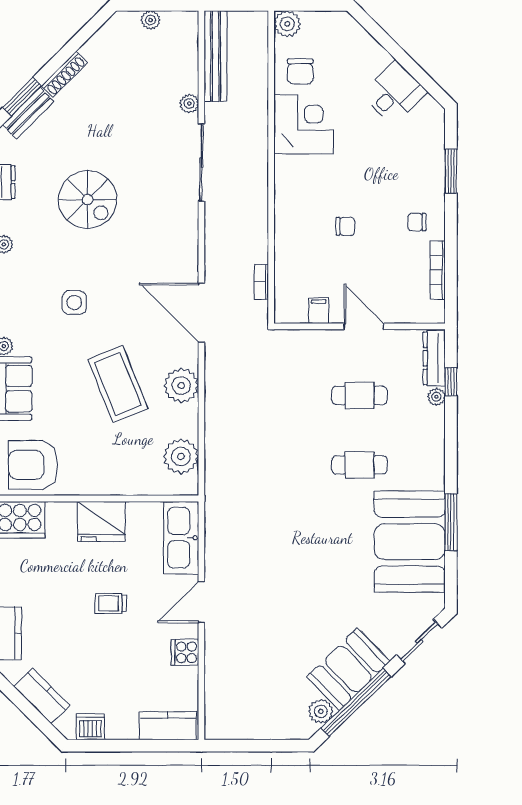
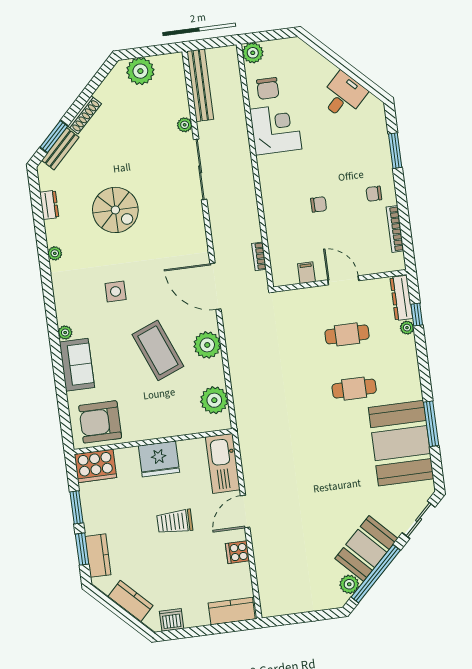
plant: (151, 20) -> (140, 71), width x1.87, depth x1.87
trolley: (111, 603) -> (175, 522), width x1.36, depth x1.39

